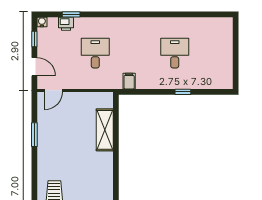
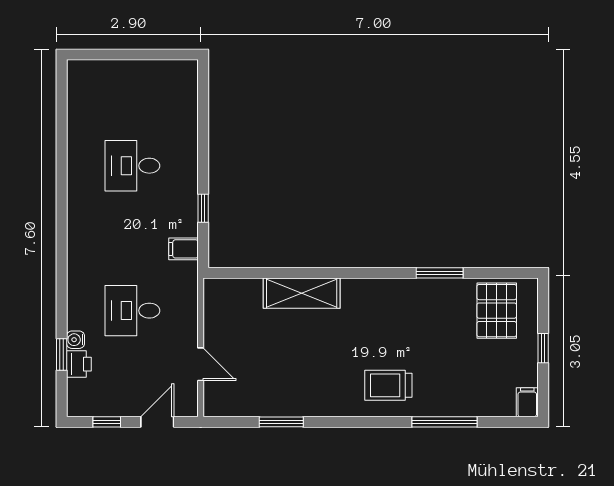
water cooler: (42, 22) -> (75, 340), moved
door: (53, 90) -> (201, 364), moved
window: (183, 92) -> (203, 208), moved
shelving: (105, 130) -> (302, 293), moved

